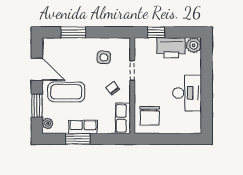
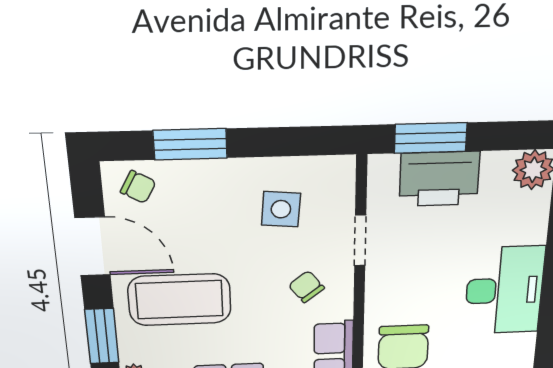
window: (156, 32) -> (431, 138), width x1.50
chair: (55, 47) -> (138, 187), added
printer: (171, 48) -> (439, 179), moved

